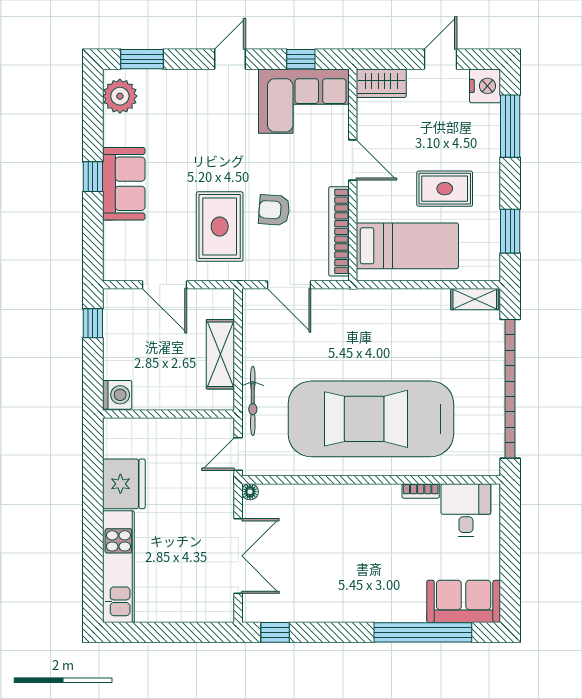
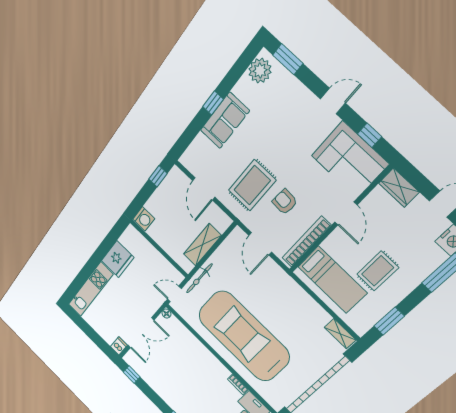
rug: (445, 189) -> (378, 271), turned 90
dishwasher: (223, 608) -> (119, 346), added

